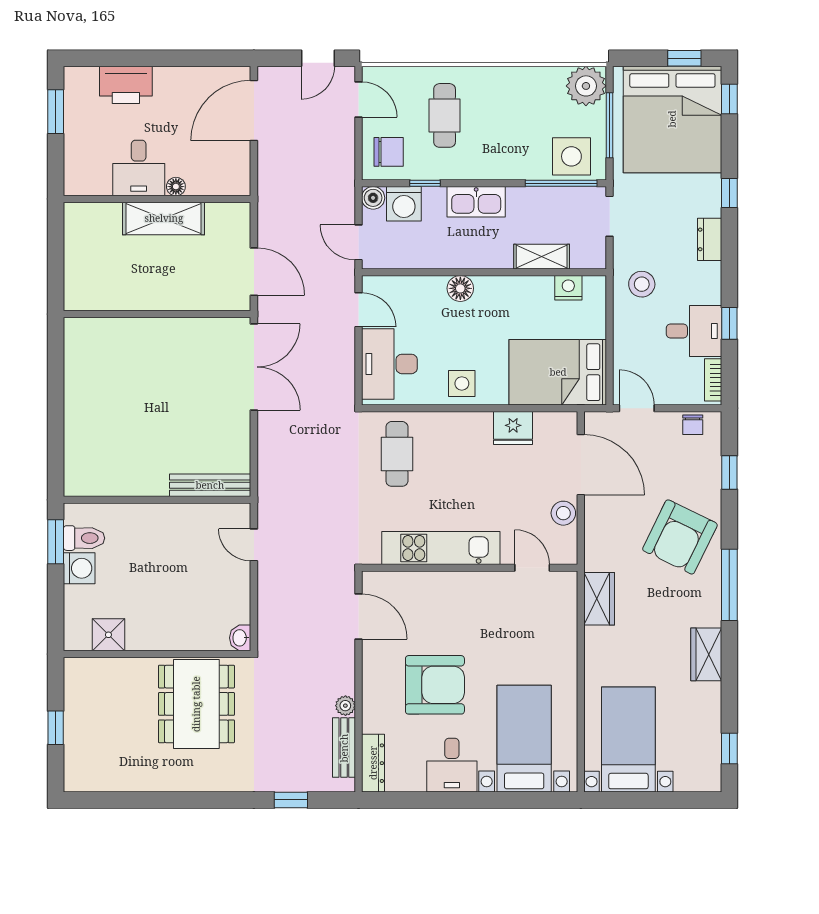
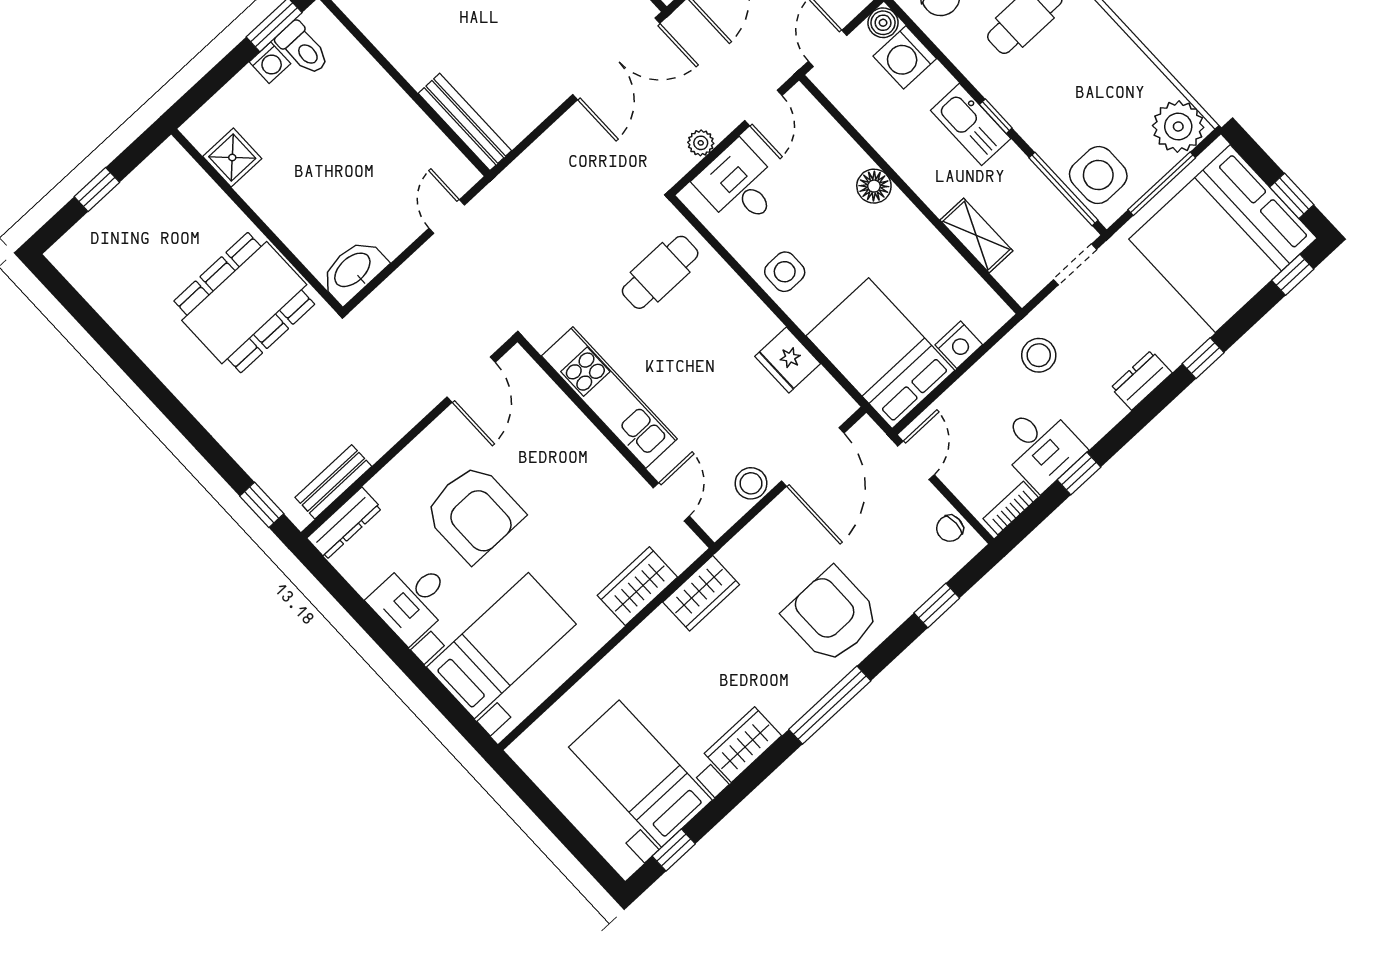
window: (425, 183) -> (996, 116), moved
nightstand: (568, 288) -> (959, 345), moved, turned 90
desk: (389, 364) -> (739, 185), width x0.73
armchair: (680, 537) -> (832, 616), turned 64
washing machine: (79, 568) -> (270, 63), width x0.73, depth x0.73
wardrobe: (562, 631) -> (637, 586), added
washbasin: (240, 638) -> (353, 271), width x1.91, depth x1.45
plant: (345, 706) -> (701, 143), moved
bed with nightstands: (628, 740) -> (640, 774), moved, turned -90
window: (291, 800) -> (262, 505), moved

